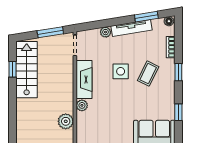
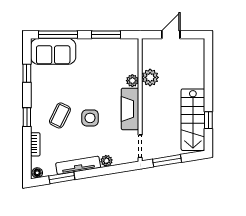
plant: (66, 121) -> (150, 77), moved

